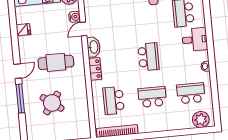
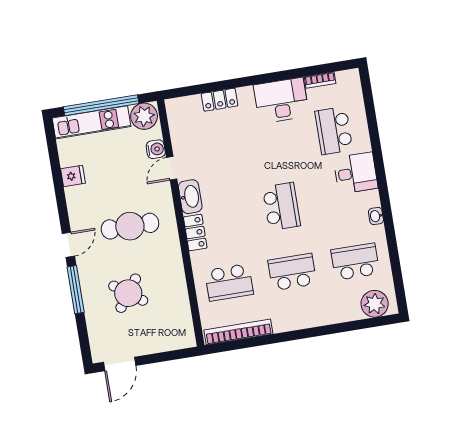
school desk: (114, 101) -> (229, 282), turned -90

